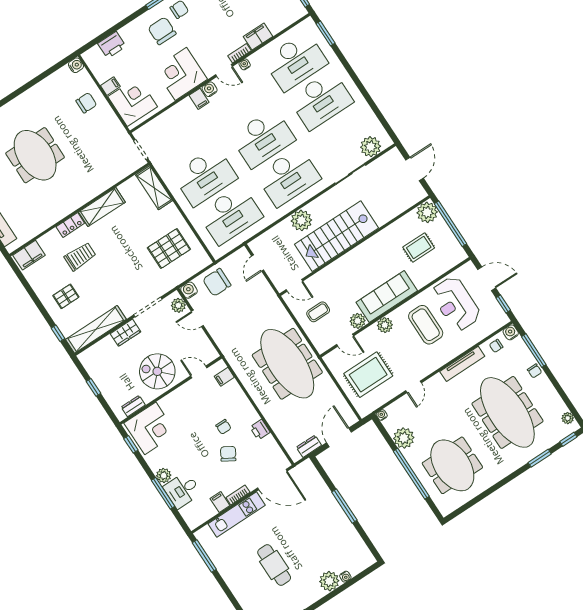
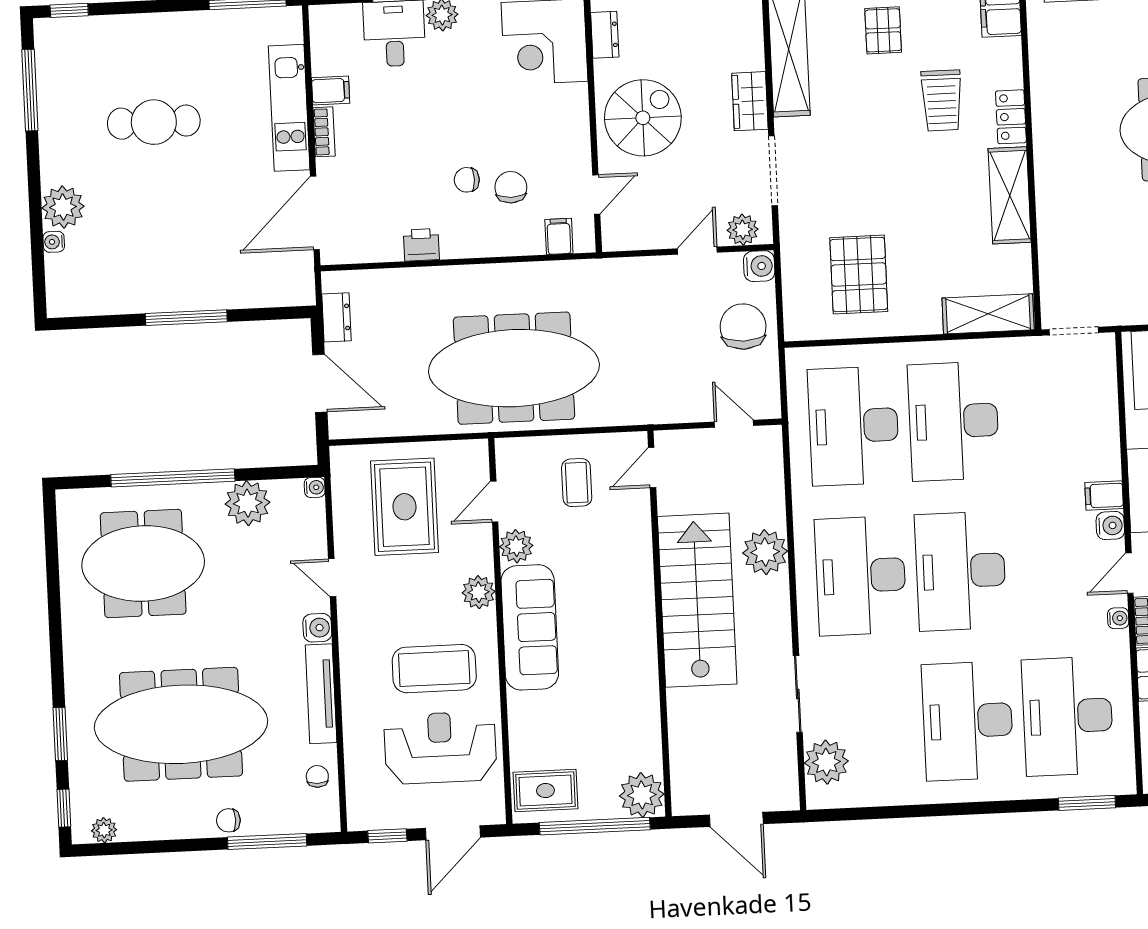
rug: (419, 247) -> (545, 791), moved, turned 90
water cooler: (511, 332) -> (317, 628), moved
chair: (228, 454) -> (511, 187), moved, turned -121

